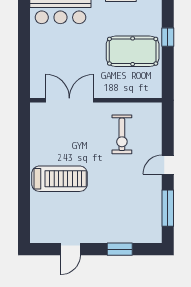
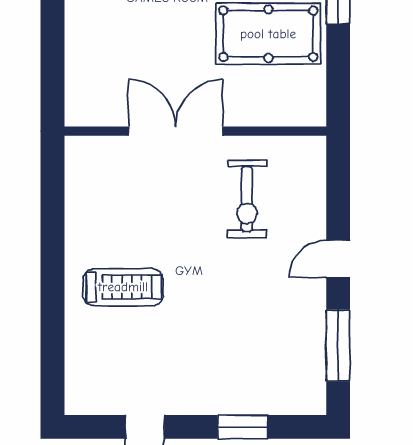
double door: (69, 100) -> (176, 131), moved
treadmill: (60, 179) -> (123, 287), width x0.73, depth x0.73

